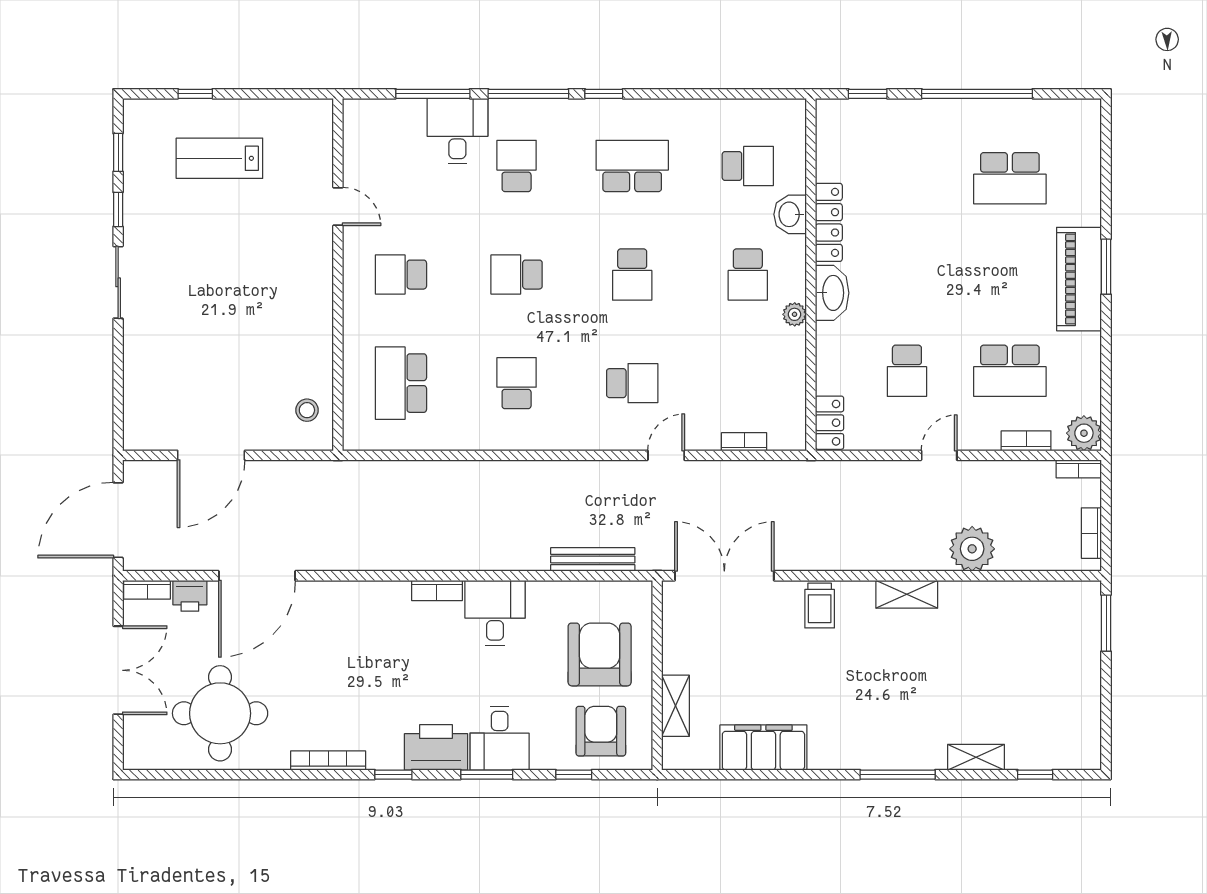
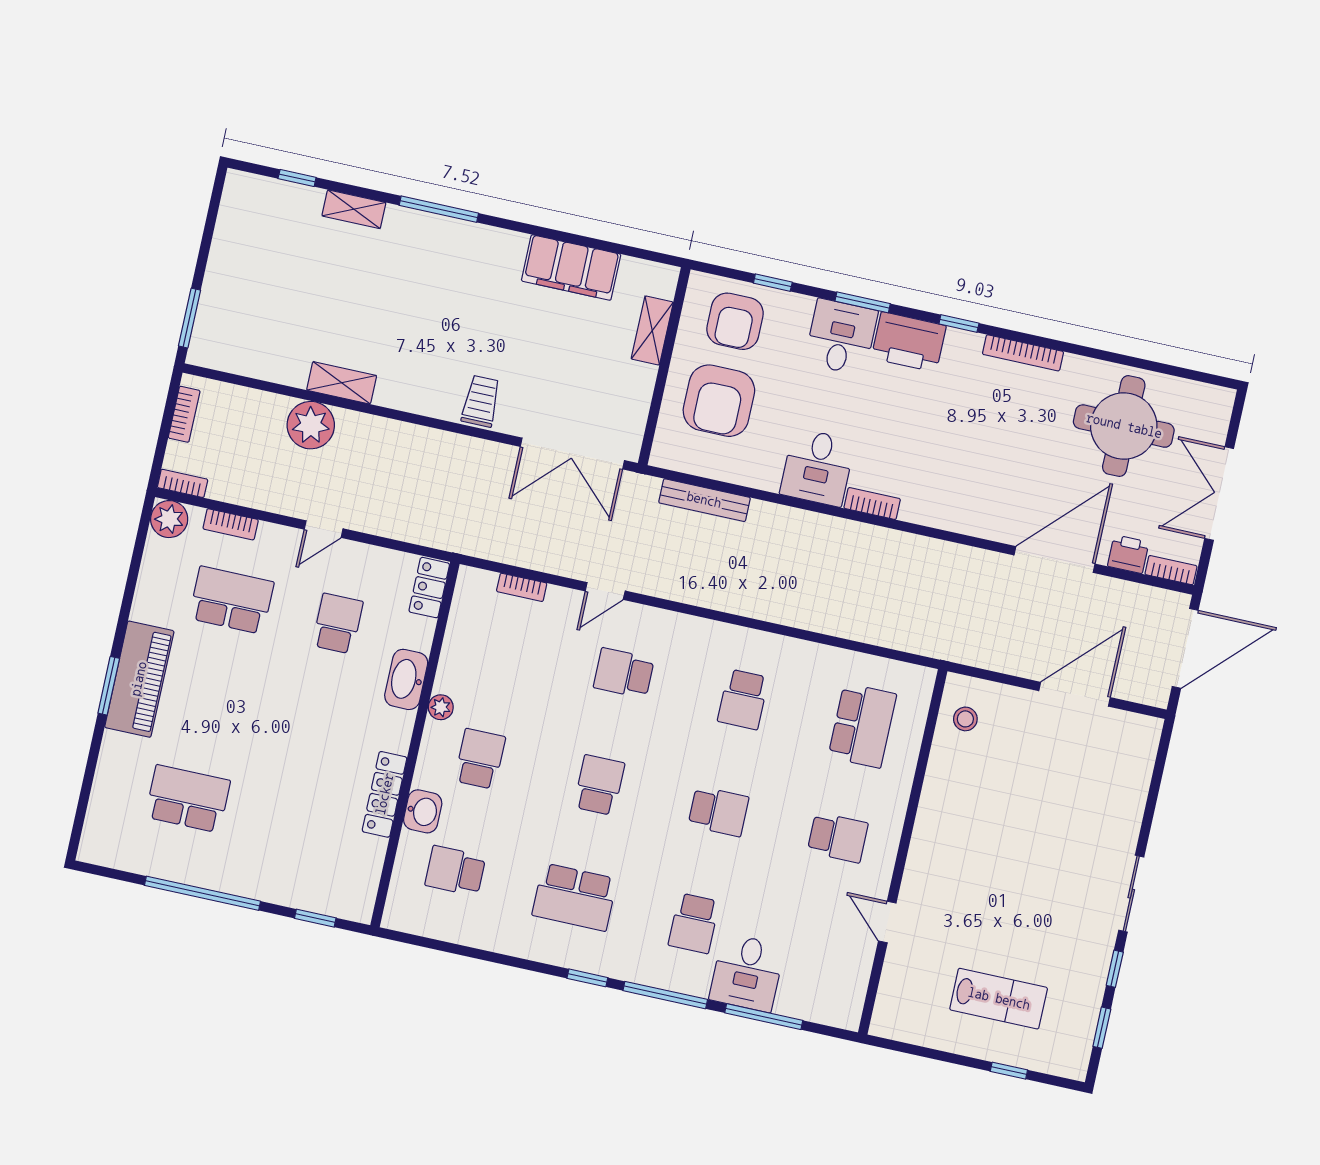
washbasin: (832, 293) -> (406, 679), moved
shelving: (907, 594) -> (342, 383), moved

